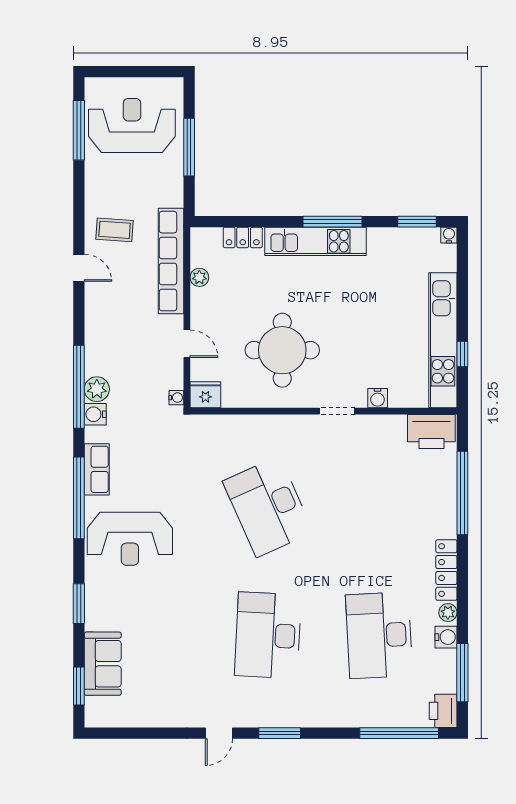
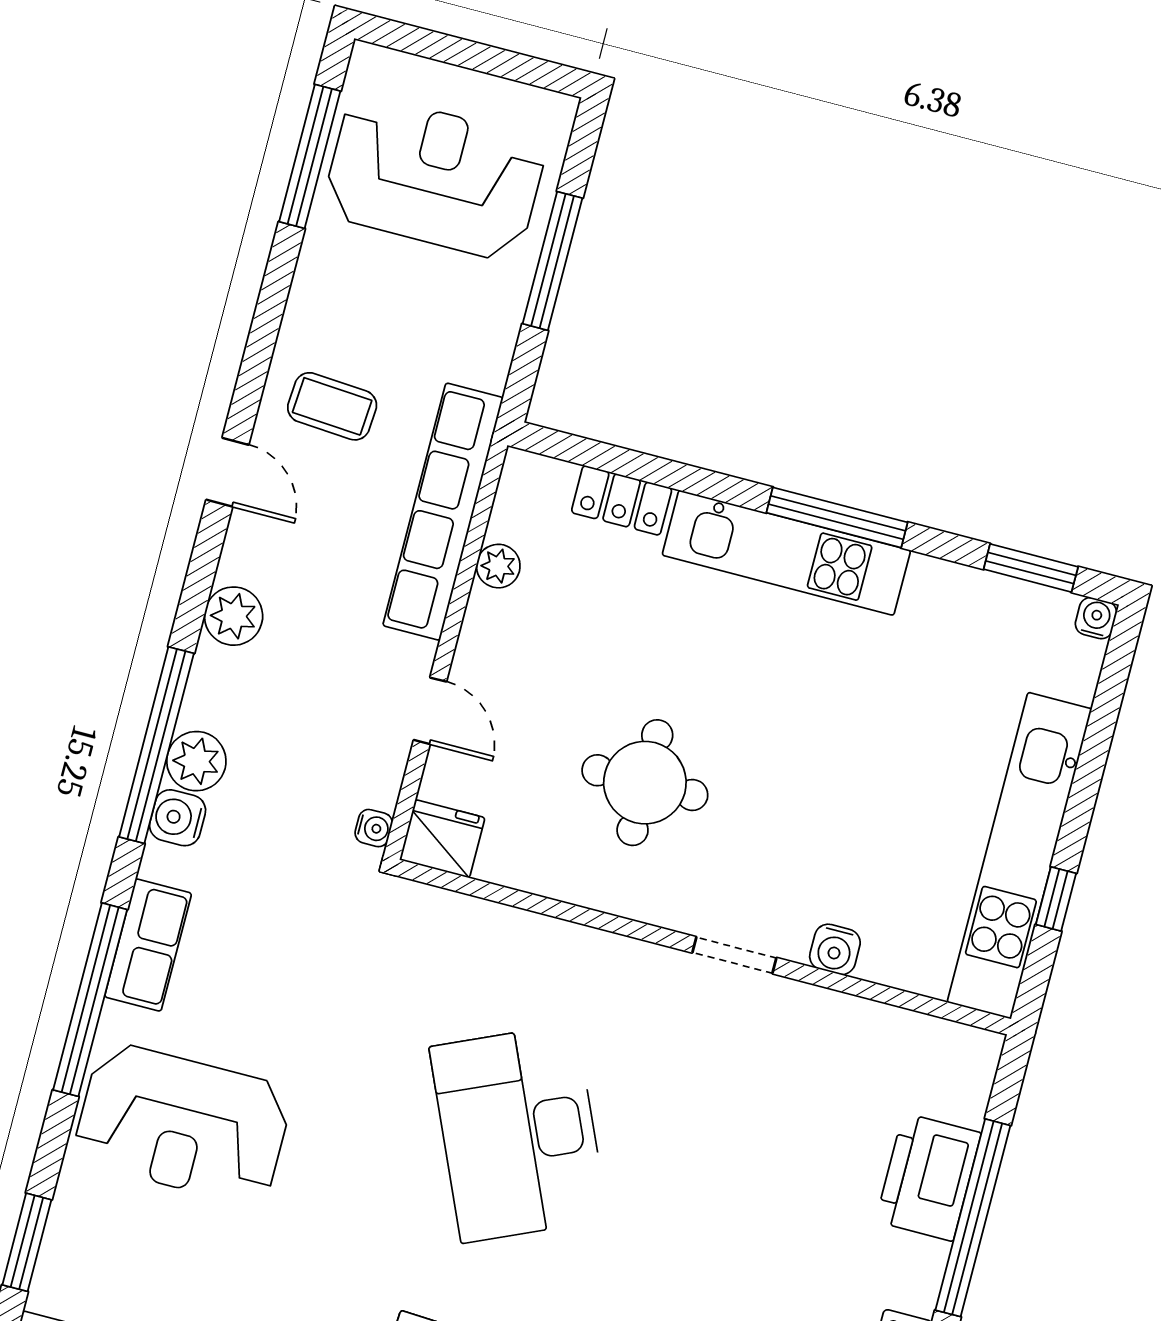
plant: (97, 326) -> (234, 616), added
round table: (282, 350) -> (645, 783), width x0.73, depth x0.73
printer: (431, 432) -> (928, 1177), moved, turned 90

